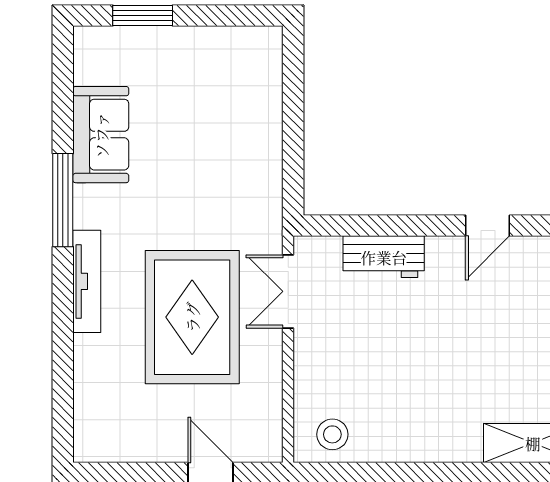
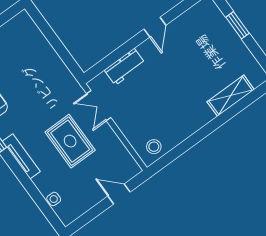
rug: (192, 317) -> (70, 141), width x0.73, depth x0.69
side table: (89, 398) -> (54, 199), added

